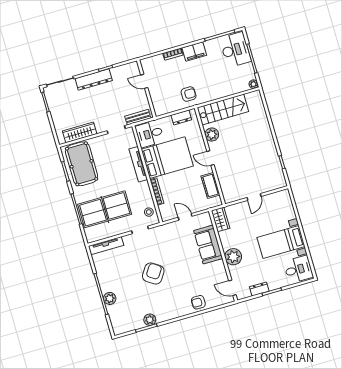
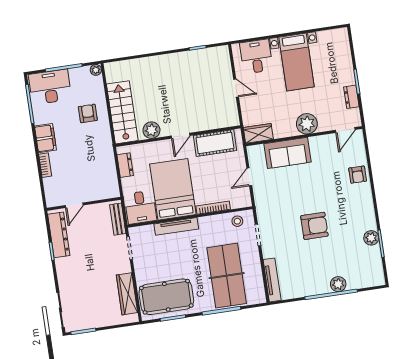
dresser: (94, 80) -> (59, 235), moved
armchair: (189, 94) -> (88, 113), moved
cot: (210, 185) -> (215, 143), width x1.37, depth x1.34
desk: (298, 269) -> (256, 56), moved
armchair: (153, 273) -> (314, 226), turned 146

